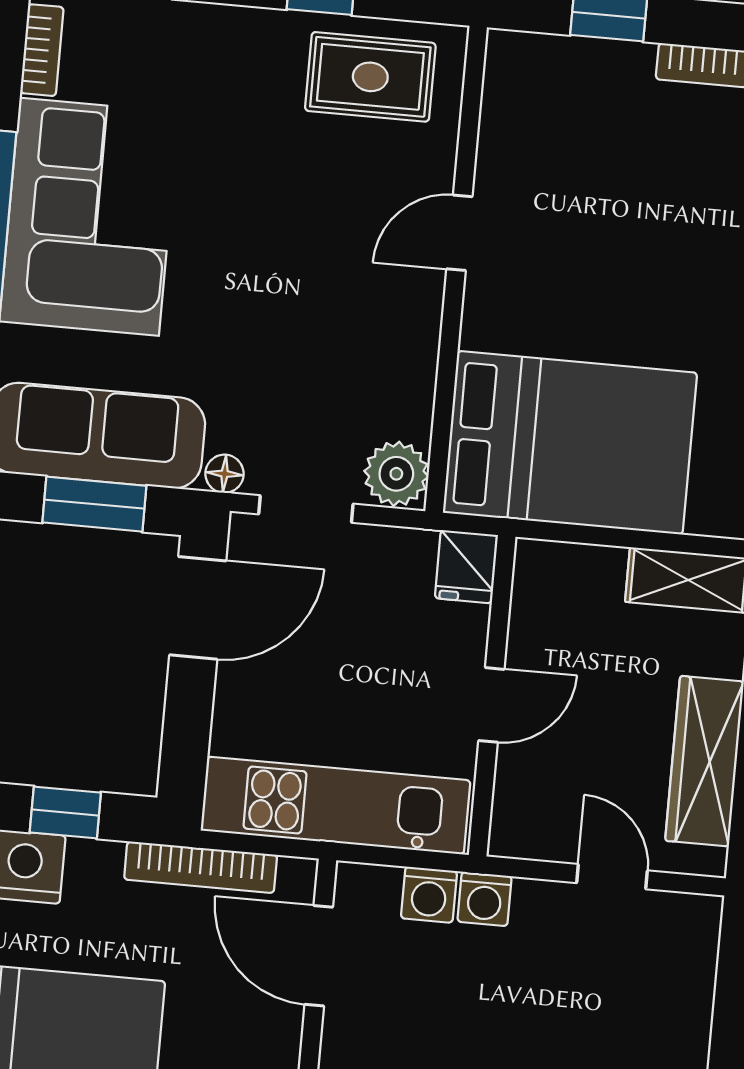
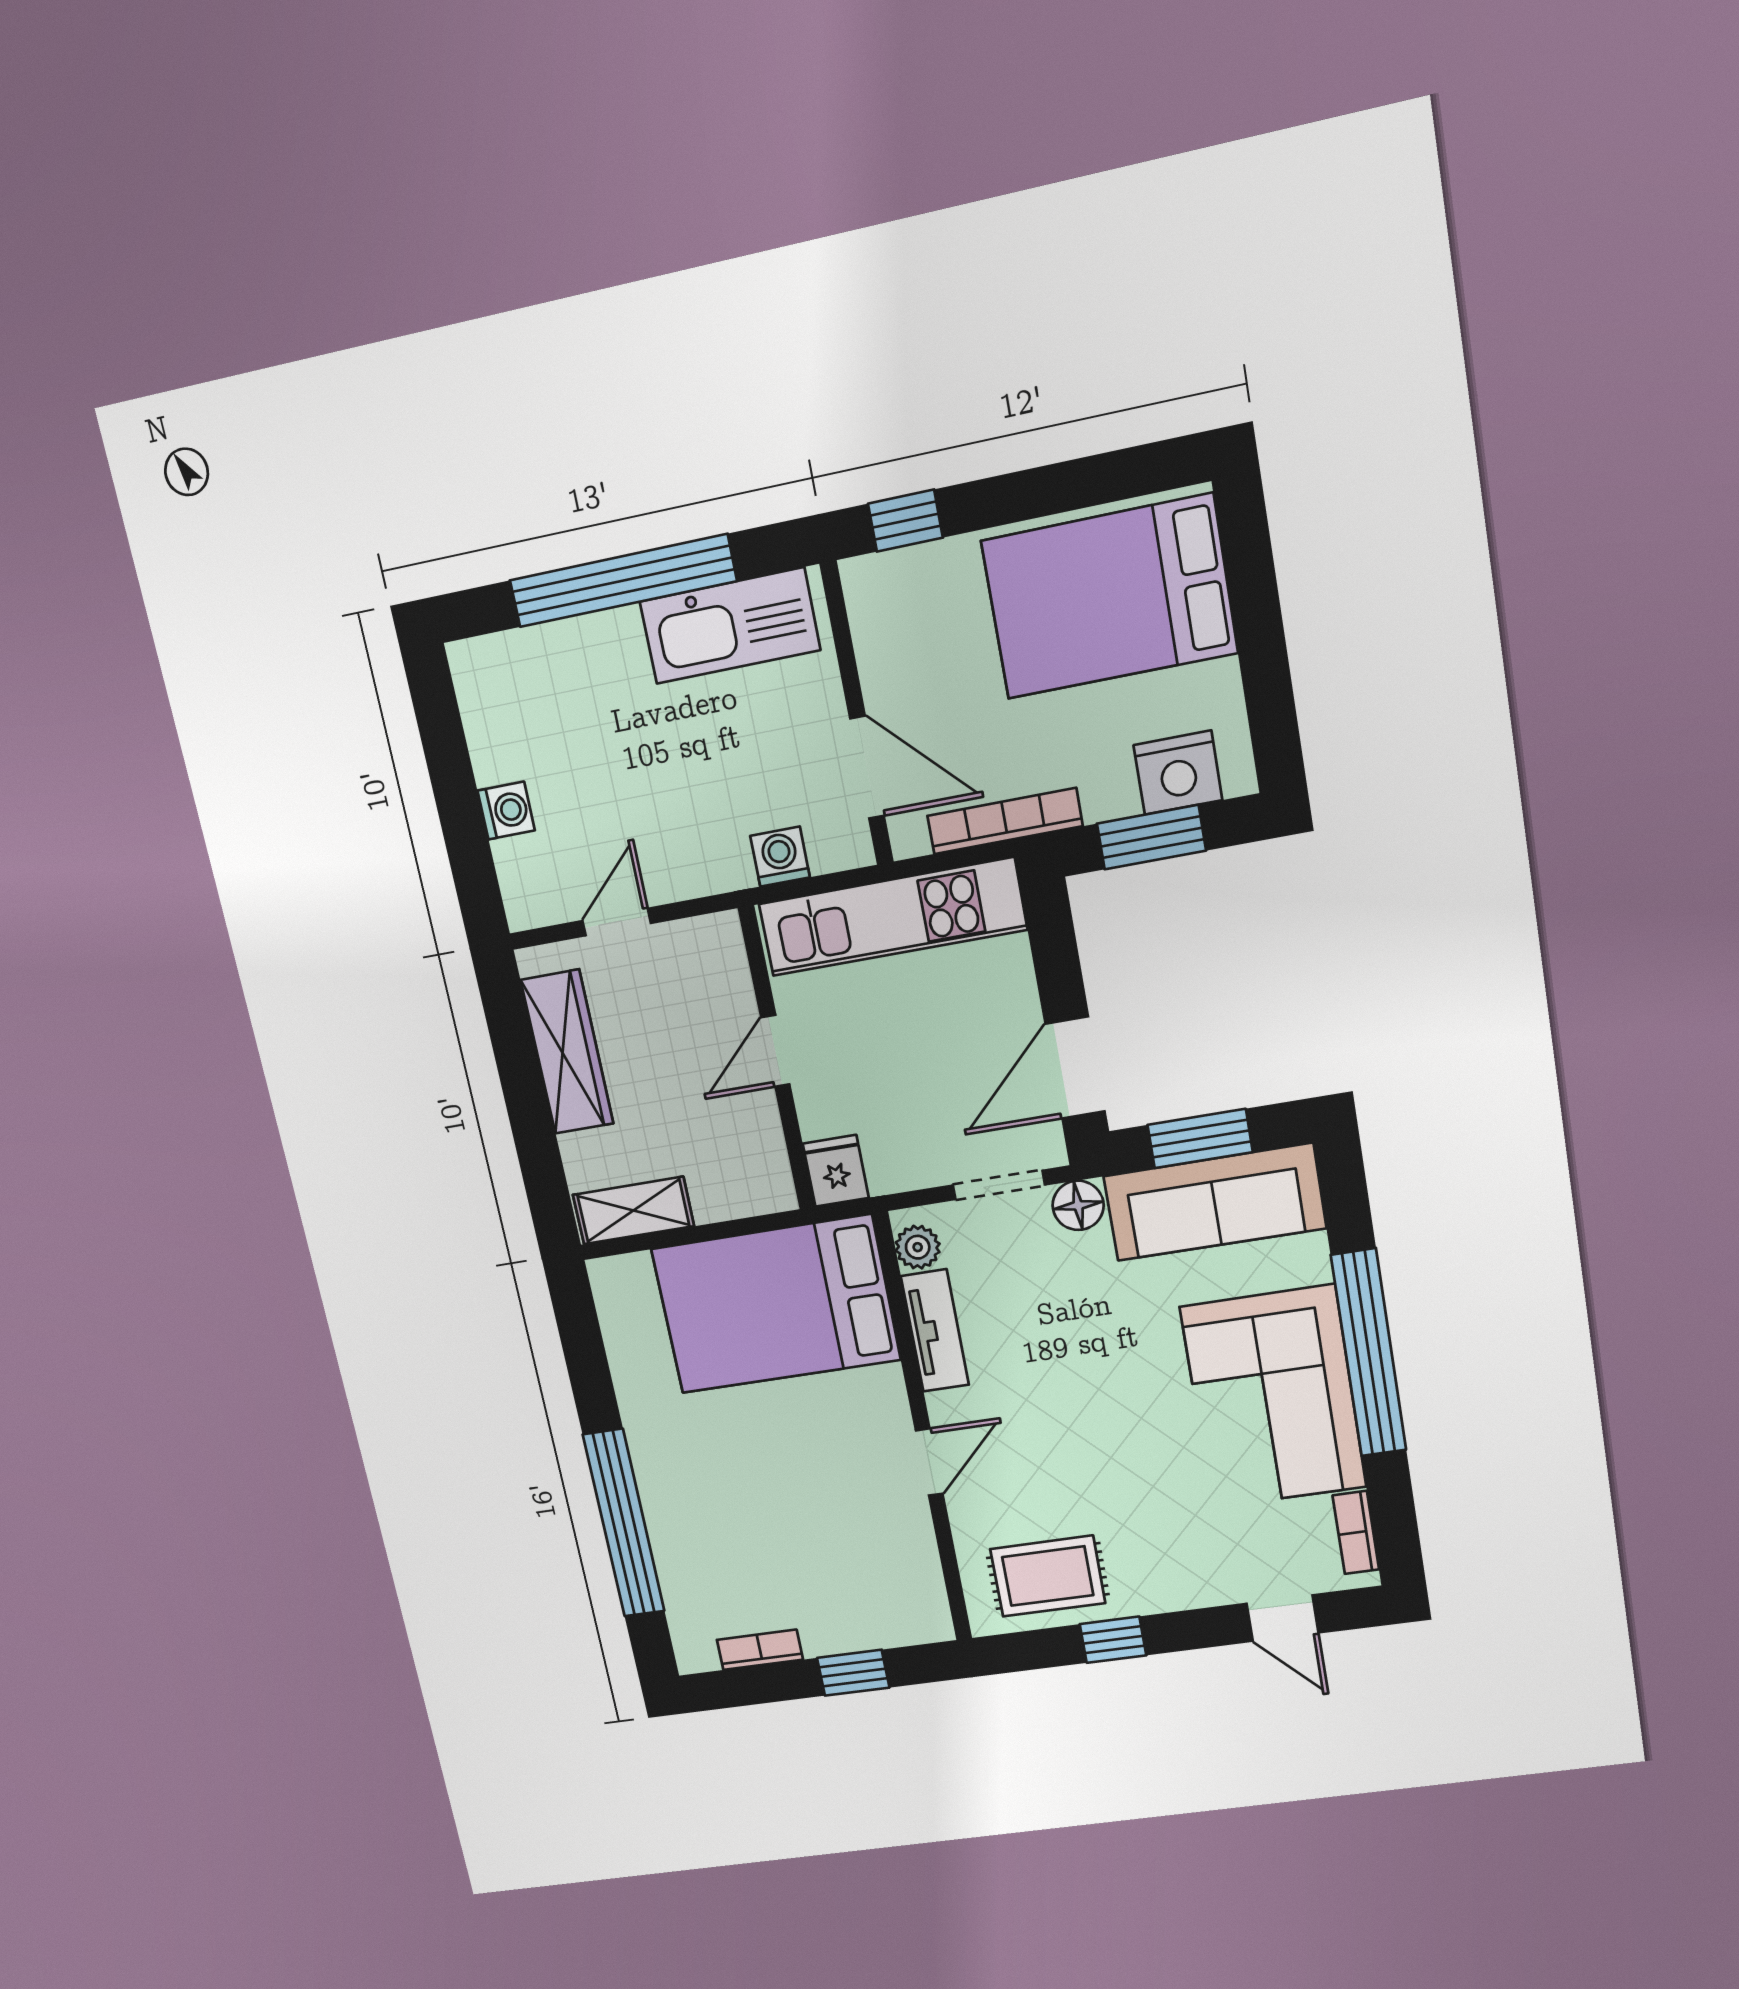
tv unit: (413, 373) -> (935, 1331), added
floor lamp: (225, 474) -> (1078, 1205), width x1.37, depth x1.37
plant: (396, 474) -> (918, 1247), width x0.73, depth x0.73
window: (65, 812) -> (1151, 837), width x1.50
door: (612, 877) -> (617, 922), swing flipped
washing machine: (485, 899) -> (506, 811), moved, turned 90

